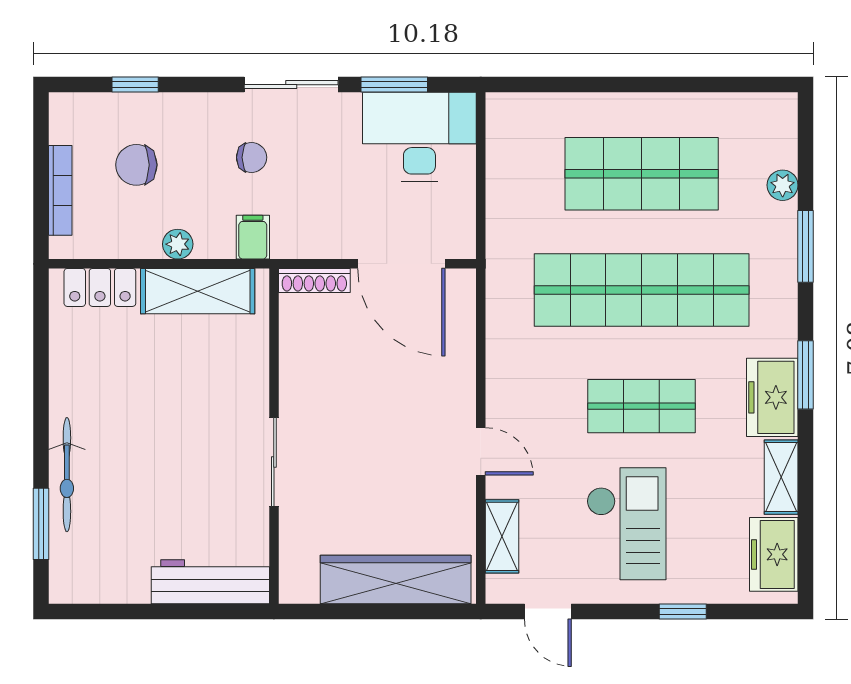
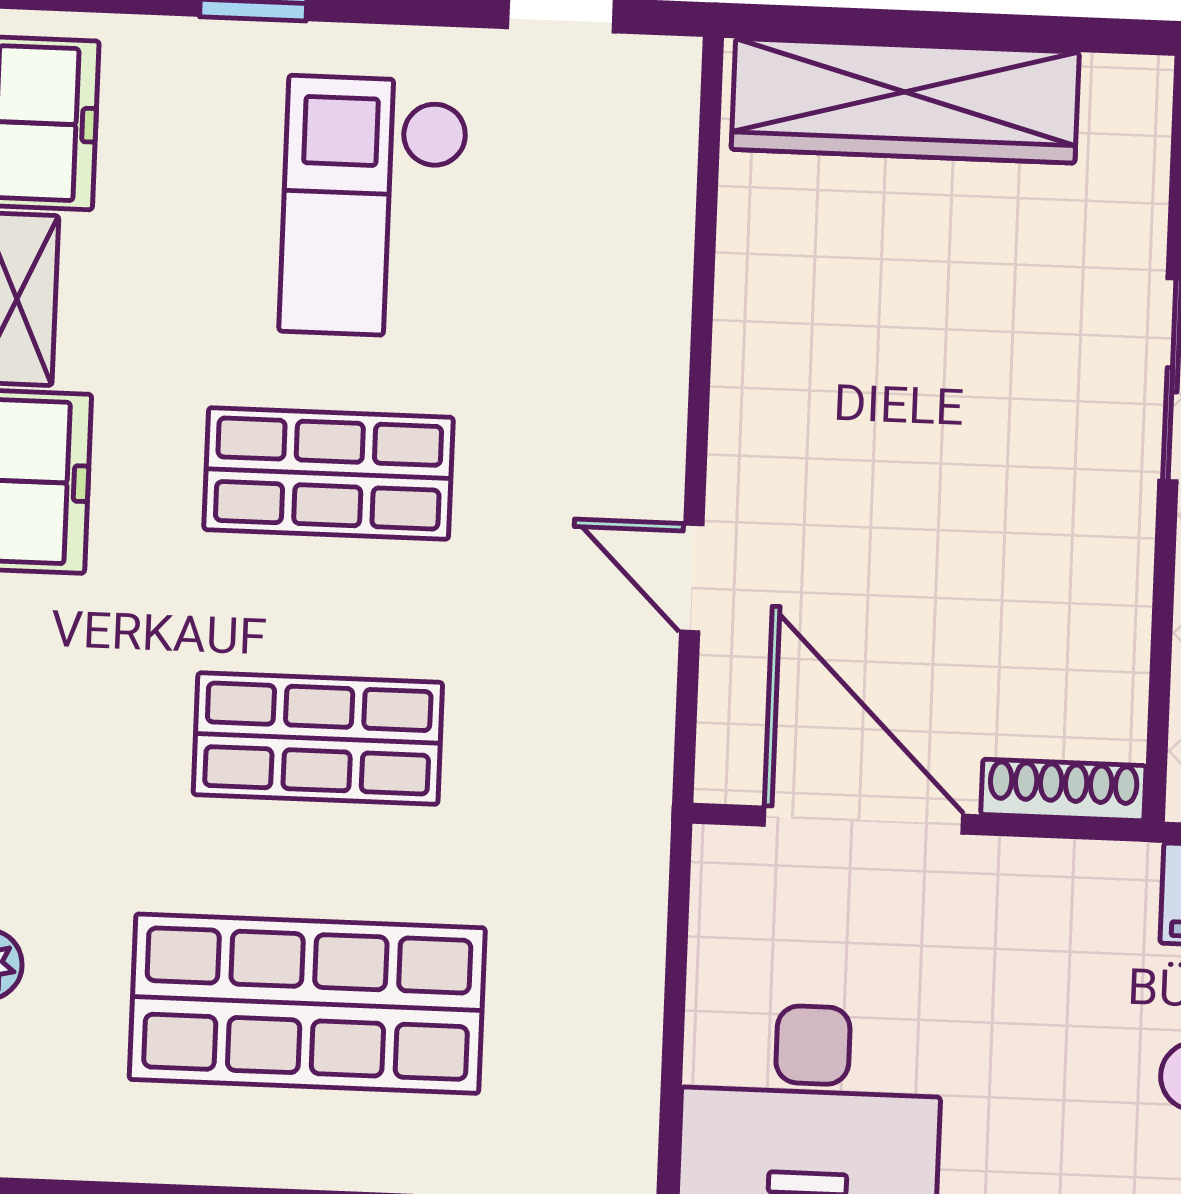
shop shelf: (642, 290) -> (318, 739), width x0.50, depth x0.74
door: (481, 451) -> (692, 578), moved
shelving: (502, 536) -> (659, 189), removed

